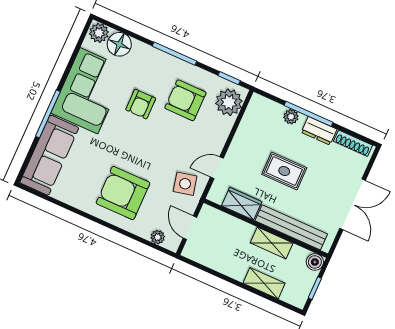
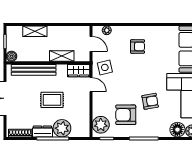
armchair: (185, 100) -> (126, 115), turned 180
armchair: (141, 104) -> (150, 101), turned 80
plant: (291, 117) -> (62, 128), width x1.87, depth x1.87
door: (217, 168) -> (91, 85), hinge flipped
armchair: (123, 193) -> (138, 46), width x0.53, depth x0.53
wardrobe: (242, 204) -> (79, 71), moved
shelving: (272, 243) -> (62, 56), moved

